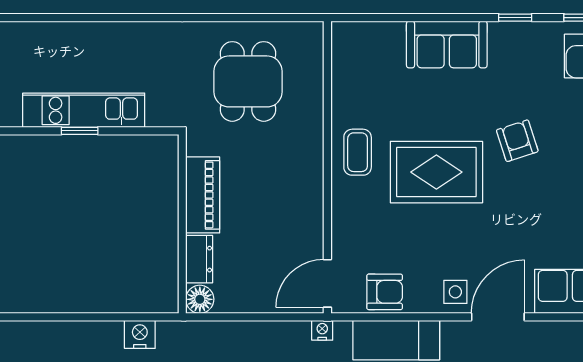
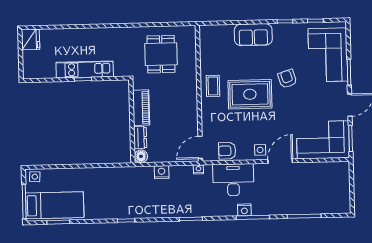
armchair: (385, 292) -> (227, 151), turned 180
nightstand: (140, 334) -> (162, 172), moved

